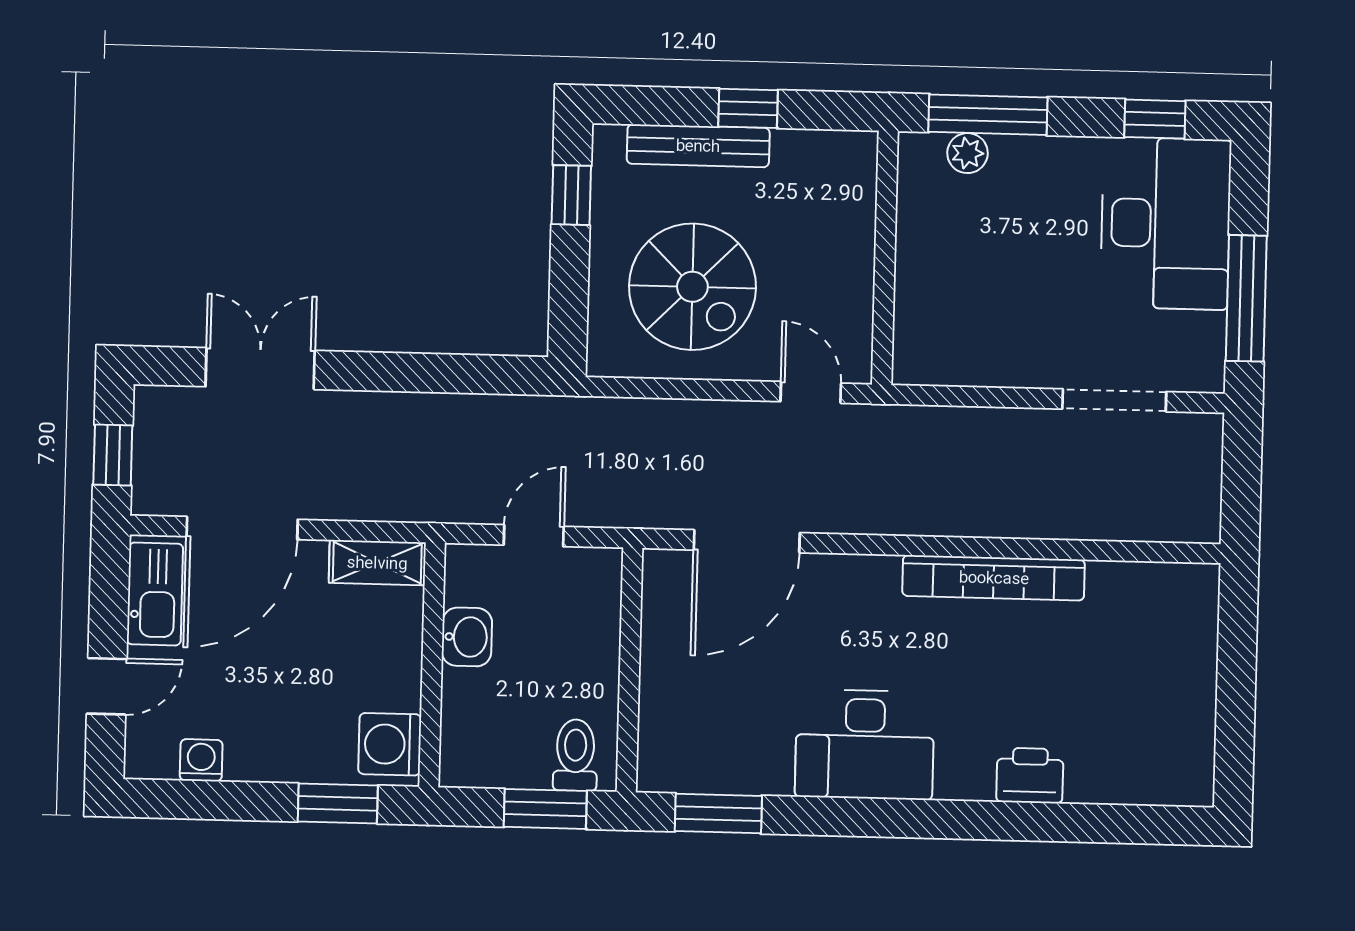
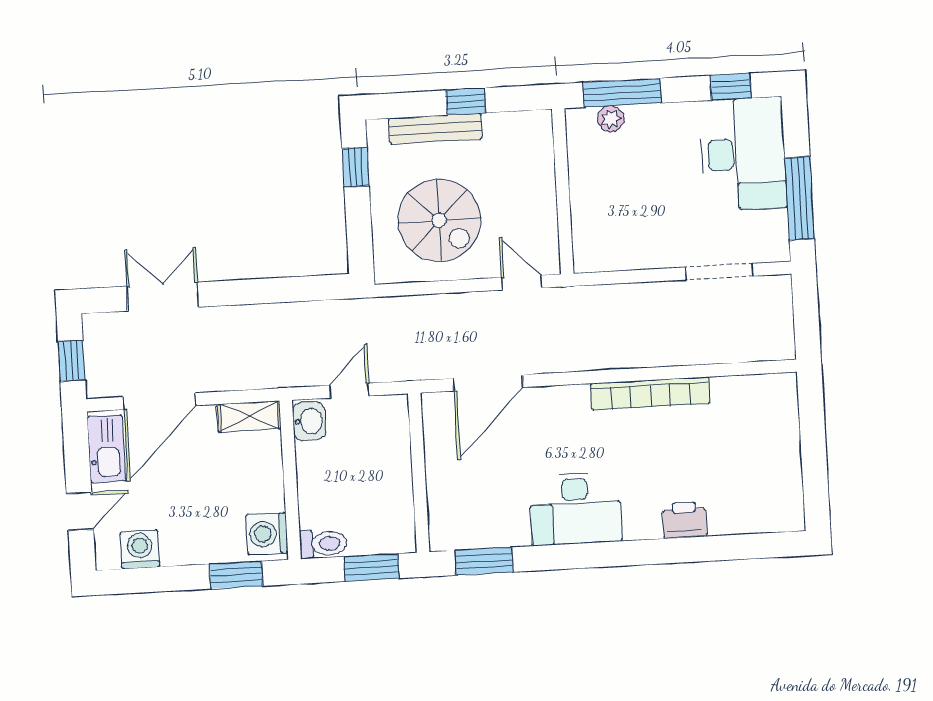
washbasin: (467, 637) -> (309, 421), moved
toilet: (575, 755) -> (323, 544), moved, turned 90
washing machine: (201, 760) -> (140, 549), width x1.38, depth x1.38

